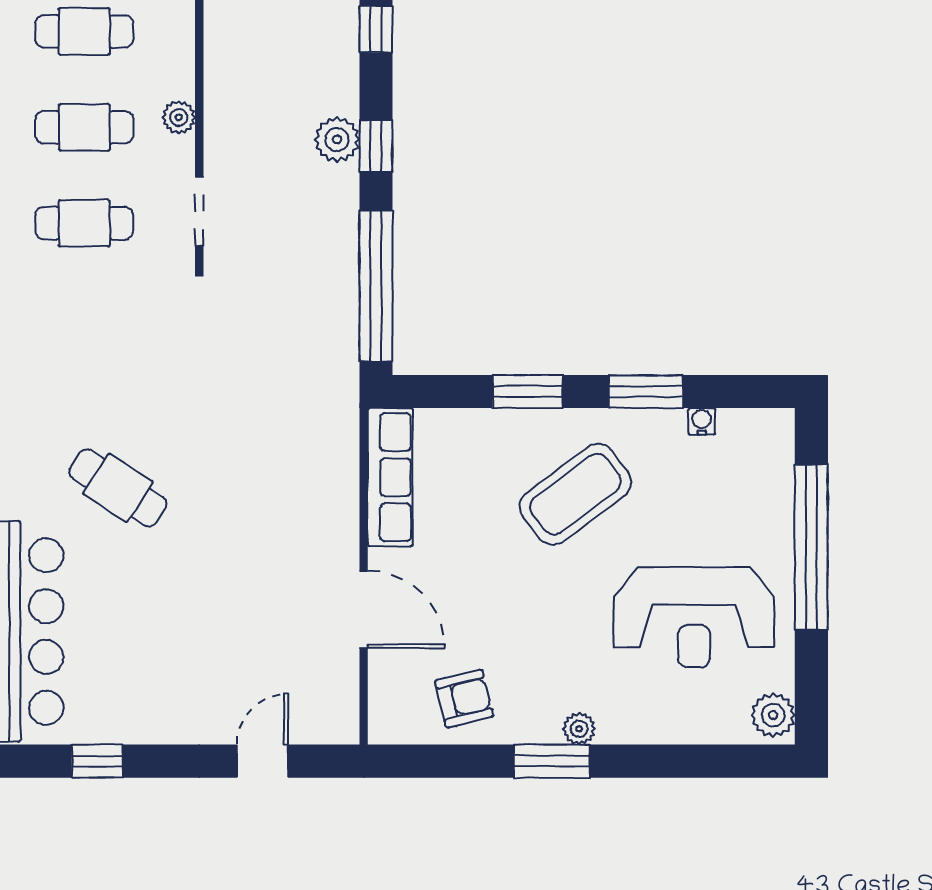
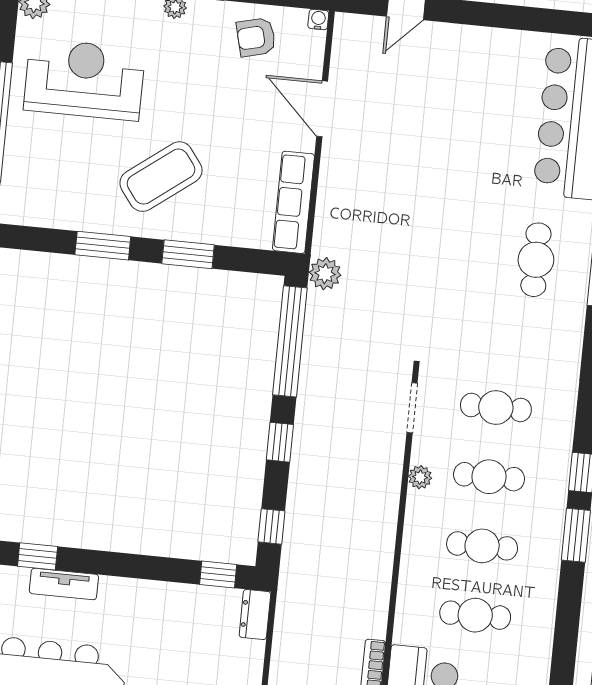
plant: (337, 139) -> (325, 274), moved
water cooler: (702, 421) -> (318, 19), moved, turned 180
cafe table: (118, 488) -> (536, 260), moved, turned 57
window: (97, 761) -> (525, 18), removed

